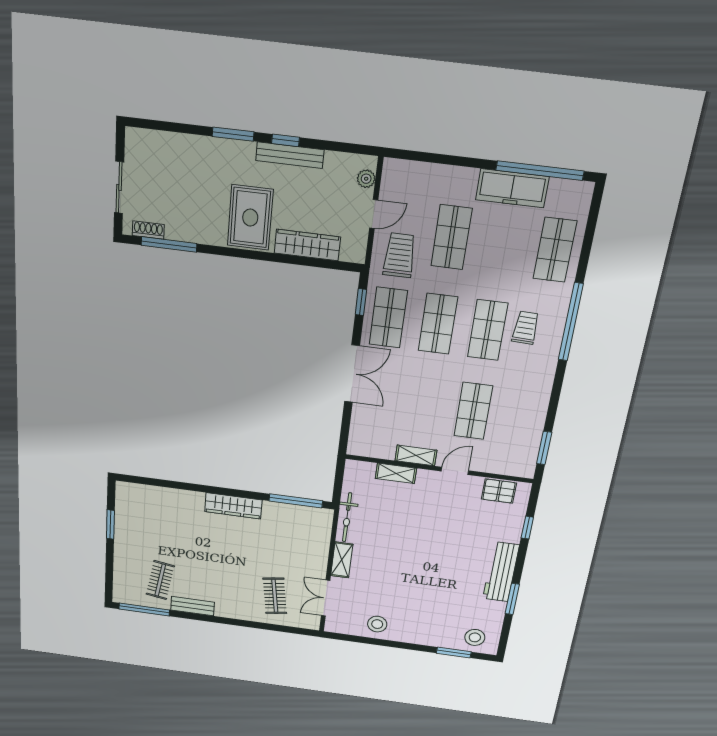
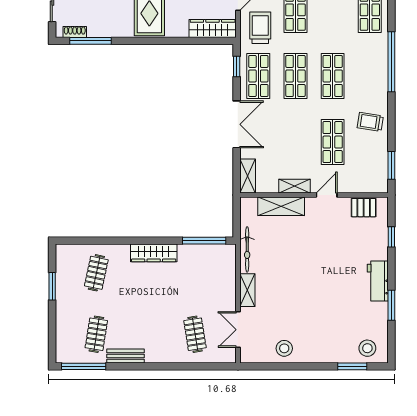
wardrobe: (307, 245) -> (213, 29), moved
trolley: (526, 328) -> (370, 122), moved, turned -83
shelving: (358, 436) -> (248, 176), added
shelving: (396, 473) -> (281, 206), width x1.50, depth x1.33
clothes rail: (163, 518) -> (96, 273), added
workbench: (501, 572) -> (378, 281), width x0.73

